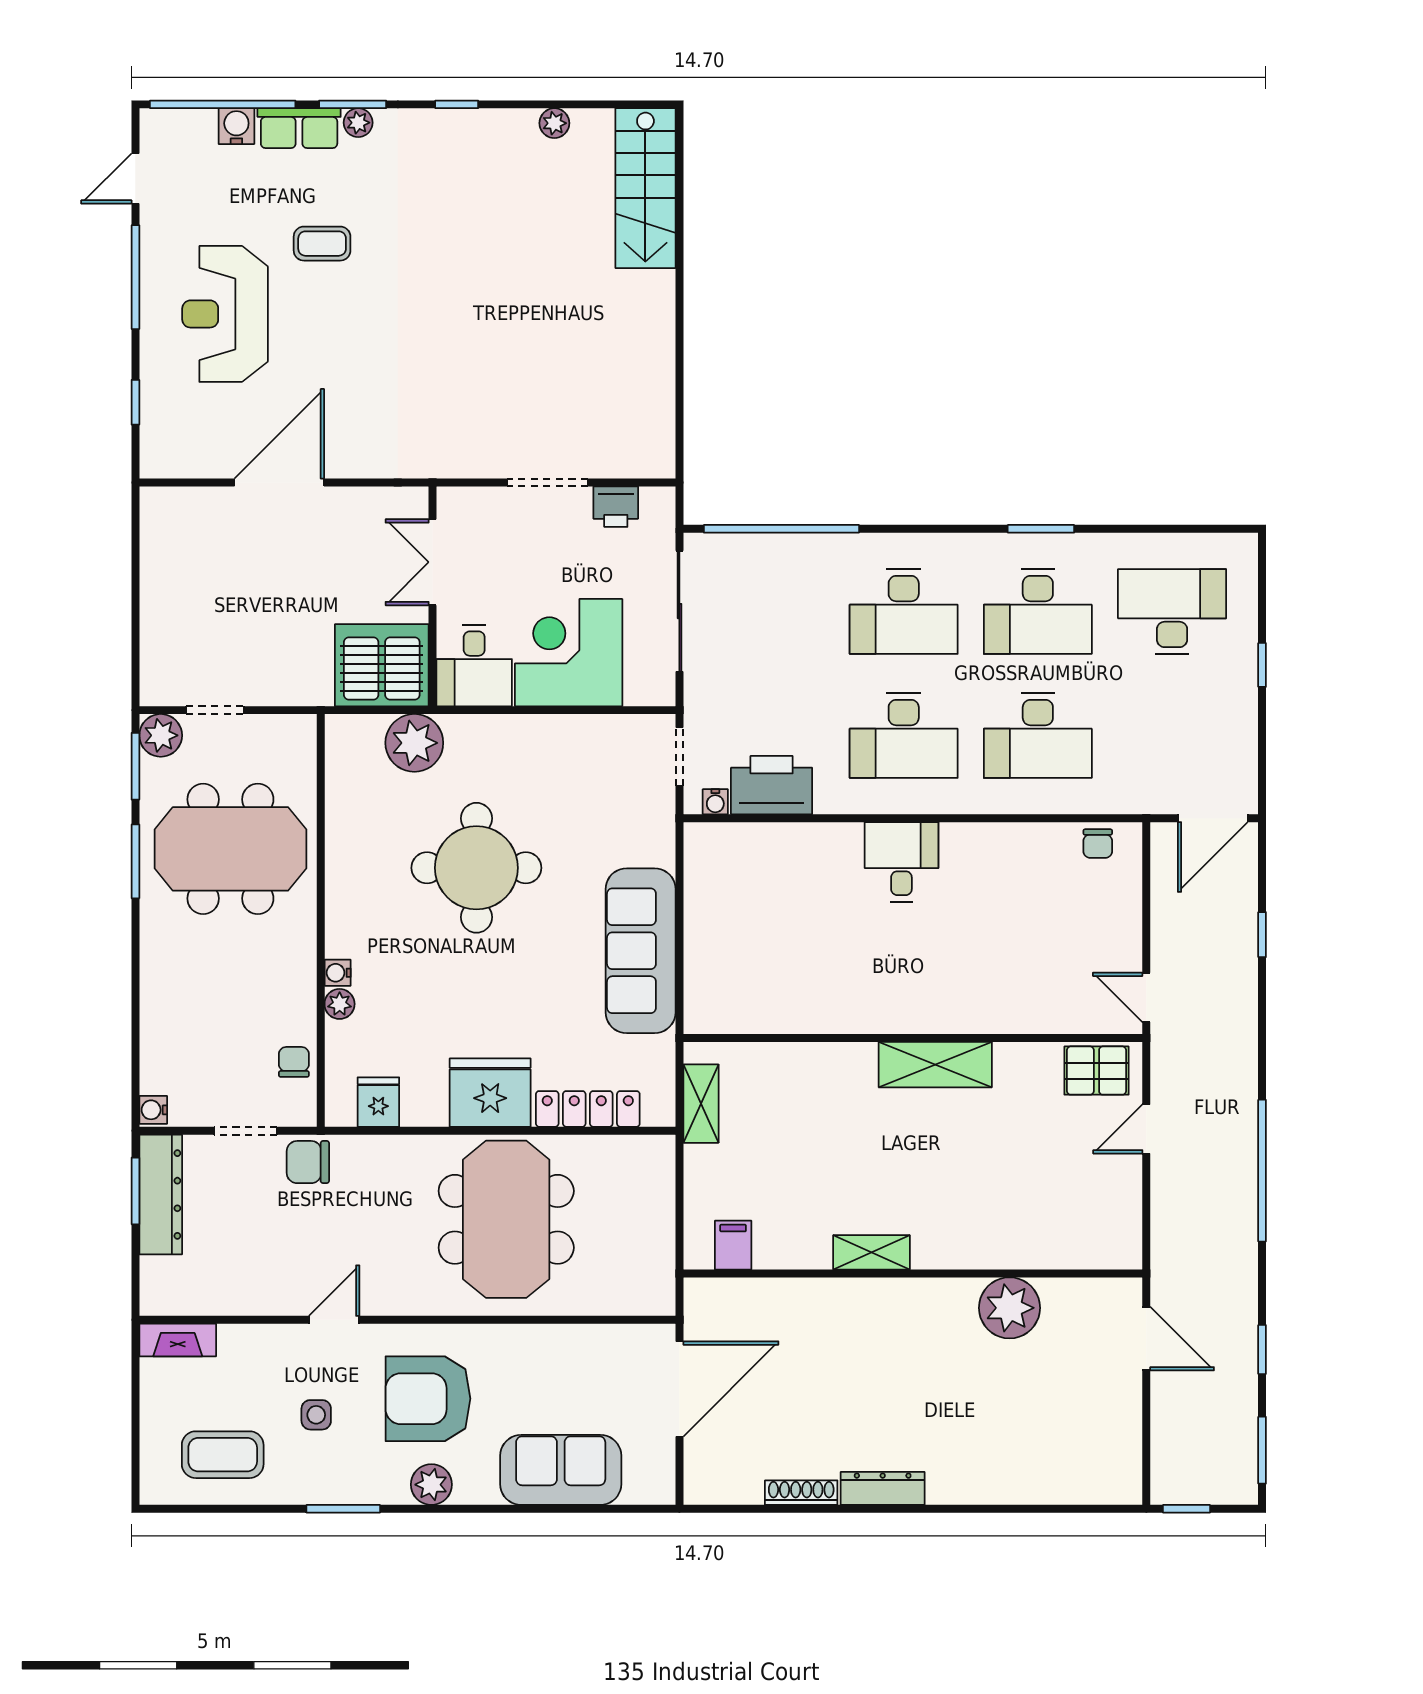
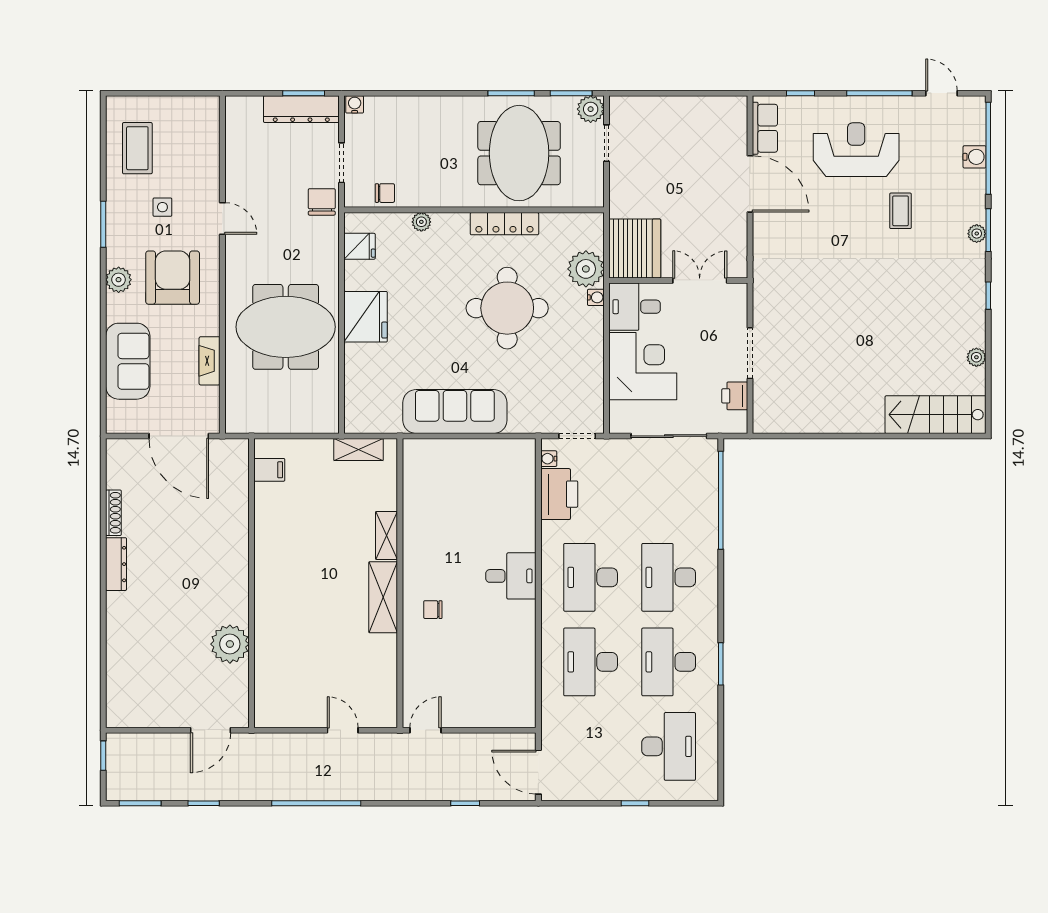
row of seats: (299, 128) -> (765, 128), moved, turned 180
chair: (1098, 844) -> (433, 610), moved
water cooler: (338, 973) -> (596, 297), moved, turned 90
pallet: (1096, 1071) -> (379, 699), removed
locker: (588, 1109) -> (504, 224), moved, turned 90
shelving: (871, 1252) -> (387, 535), moved
fireplace: (178, 1340) -> (210, 361), moved

